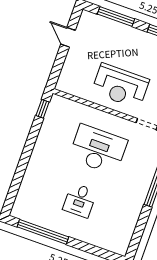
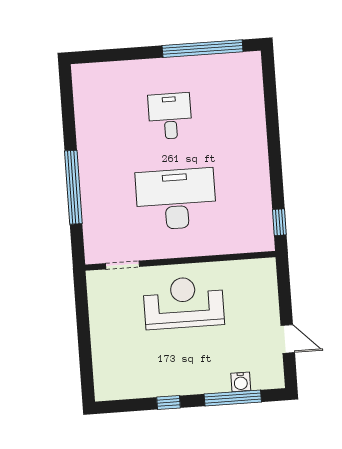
water cooler: (107, 24) -> (241, 382), added
desk: (98, 149) -> (176, 199), turned 180

